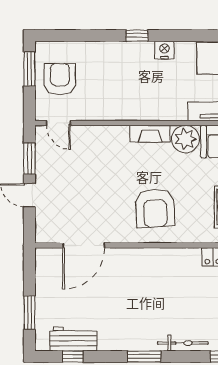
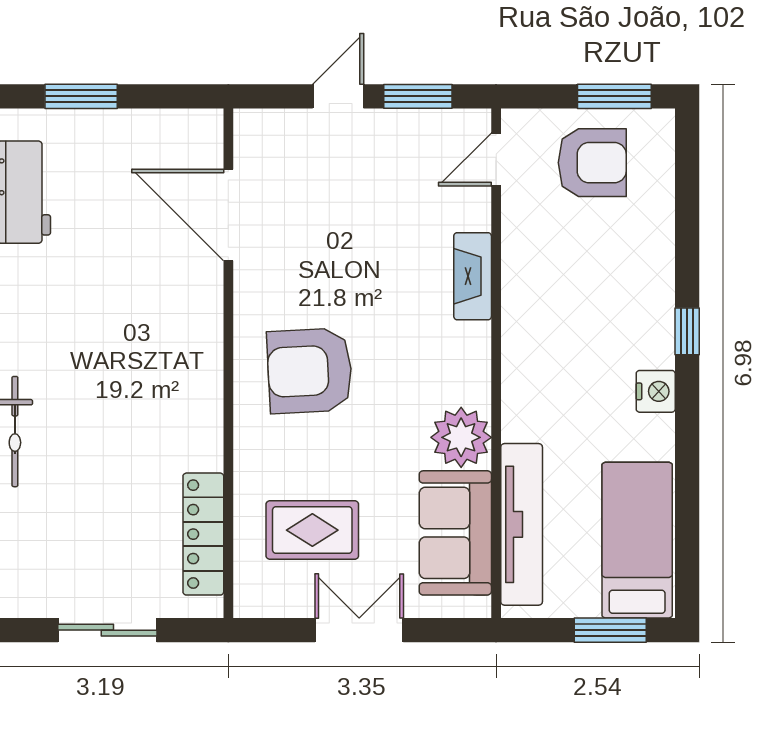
fireplace: (150, 134) -> (473, 276), moved

